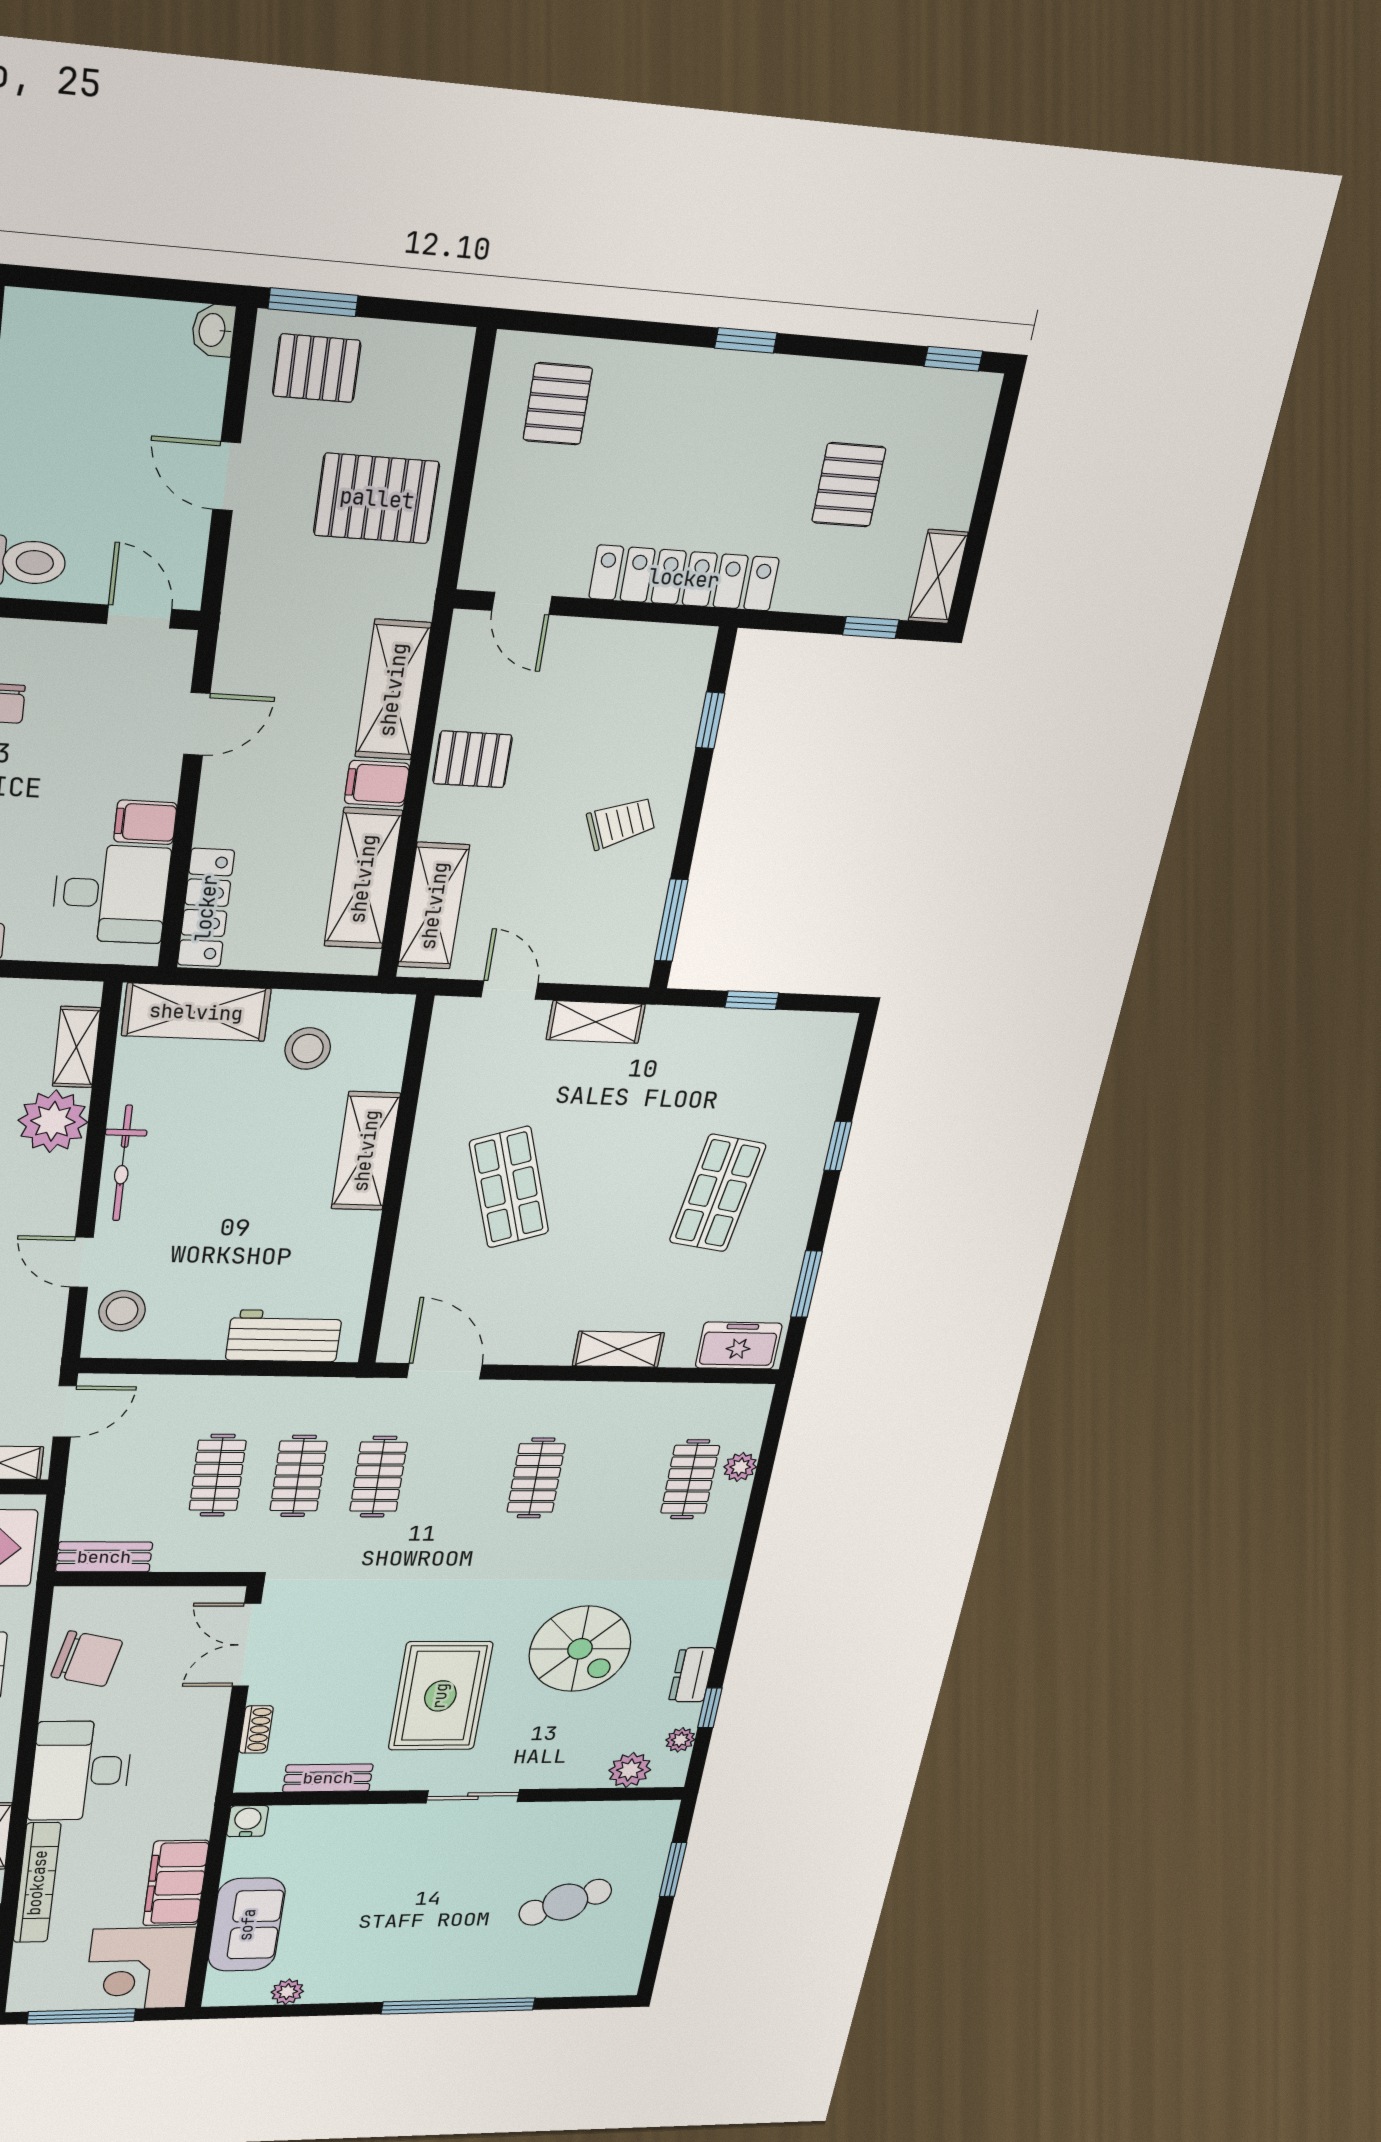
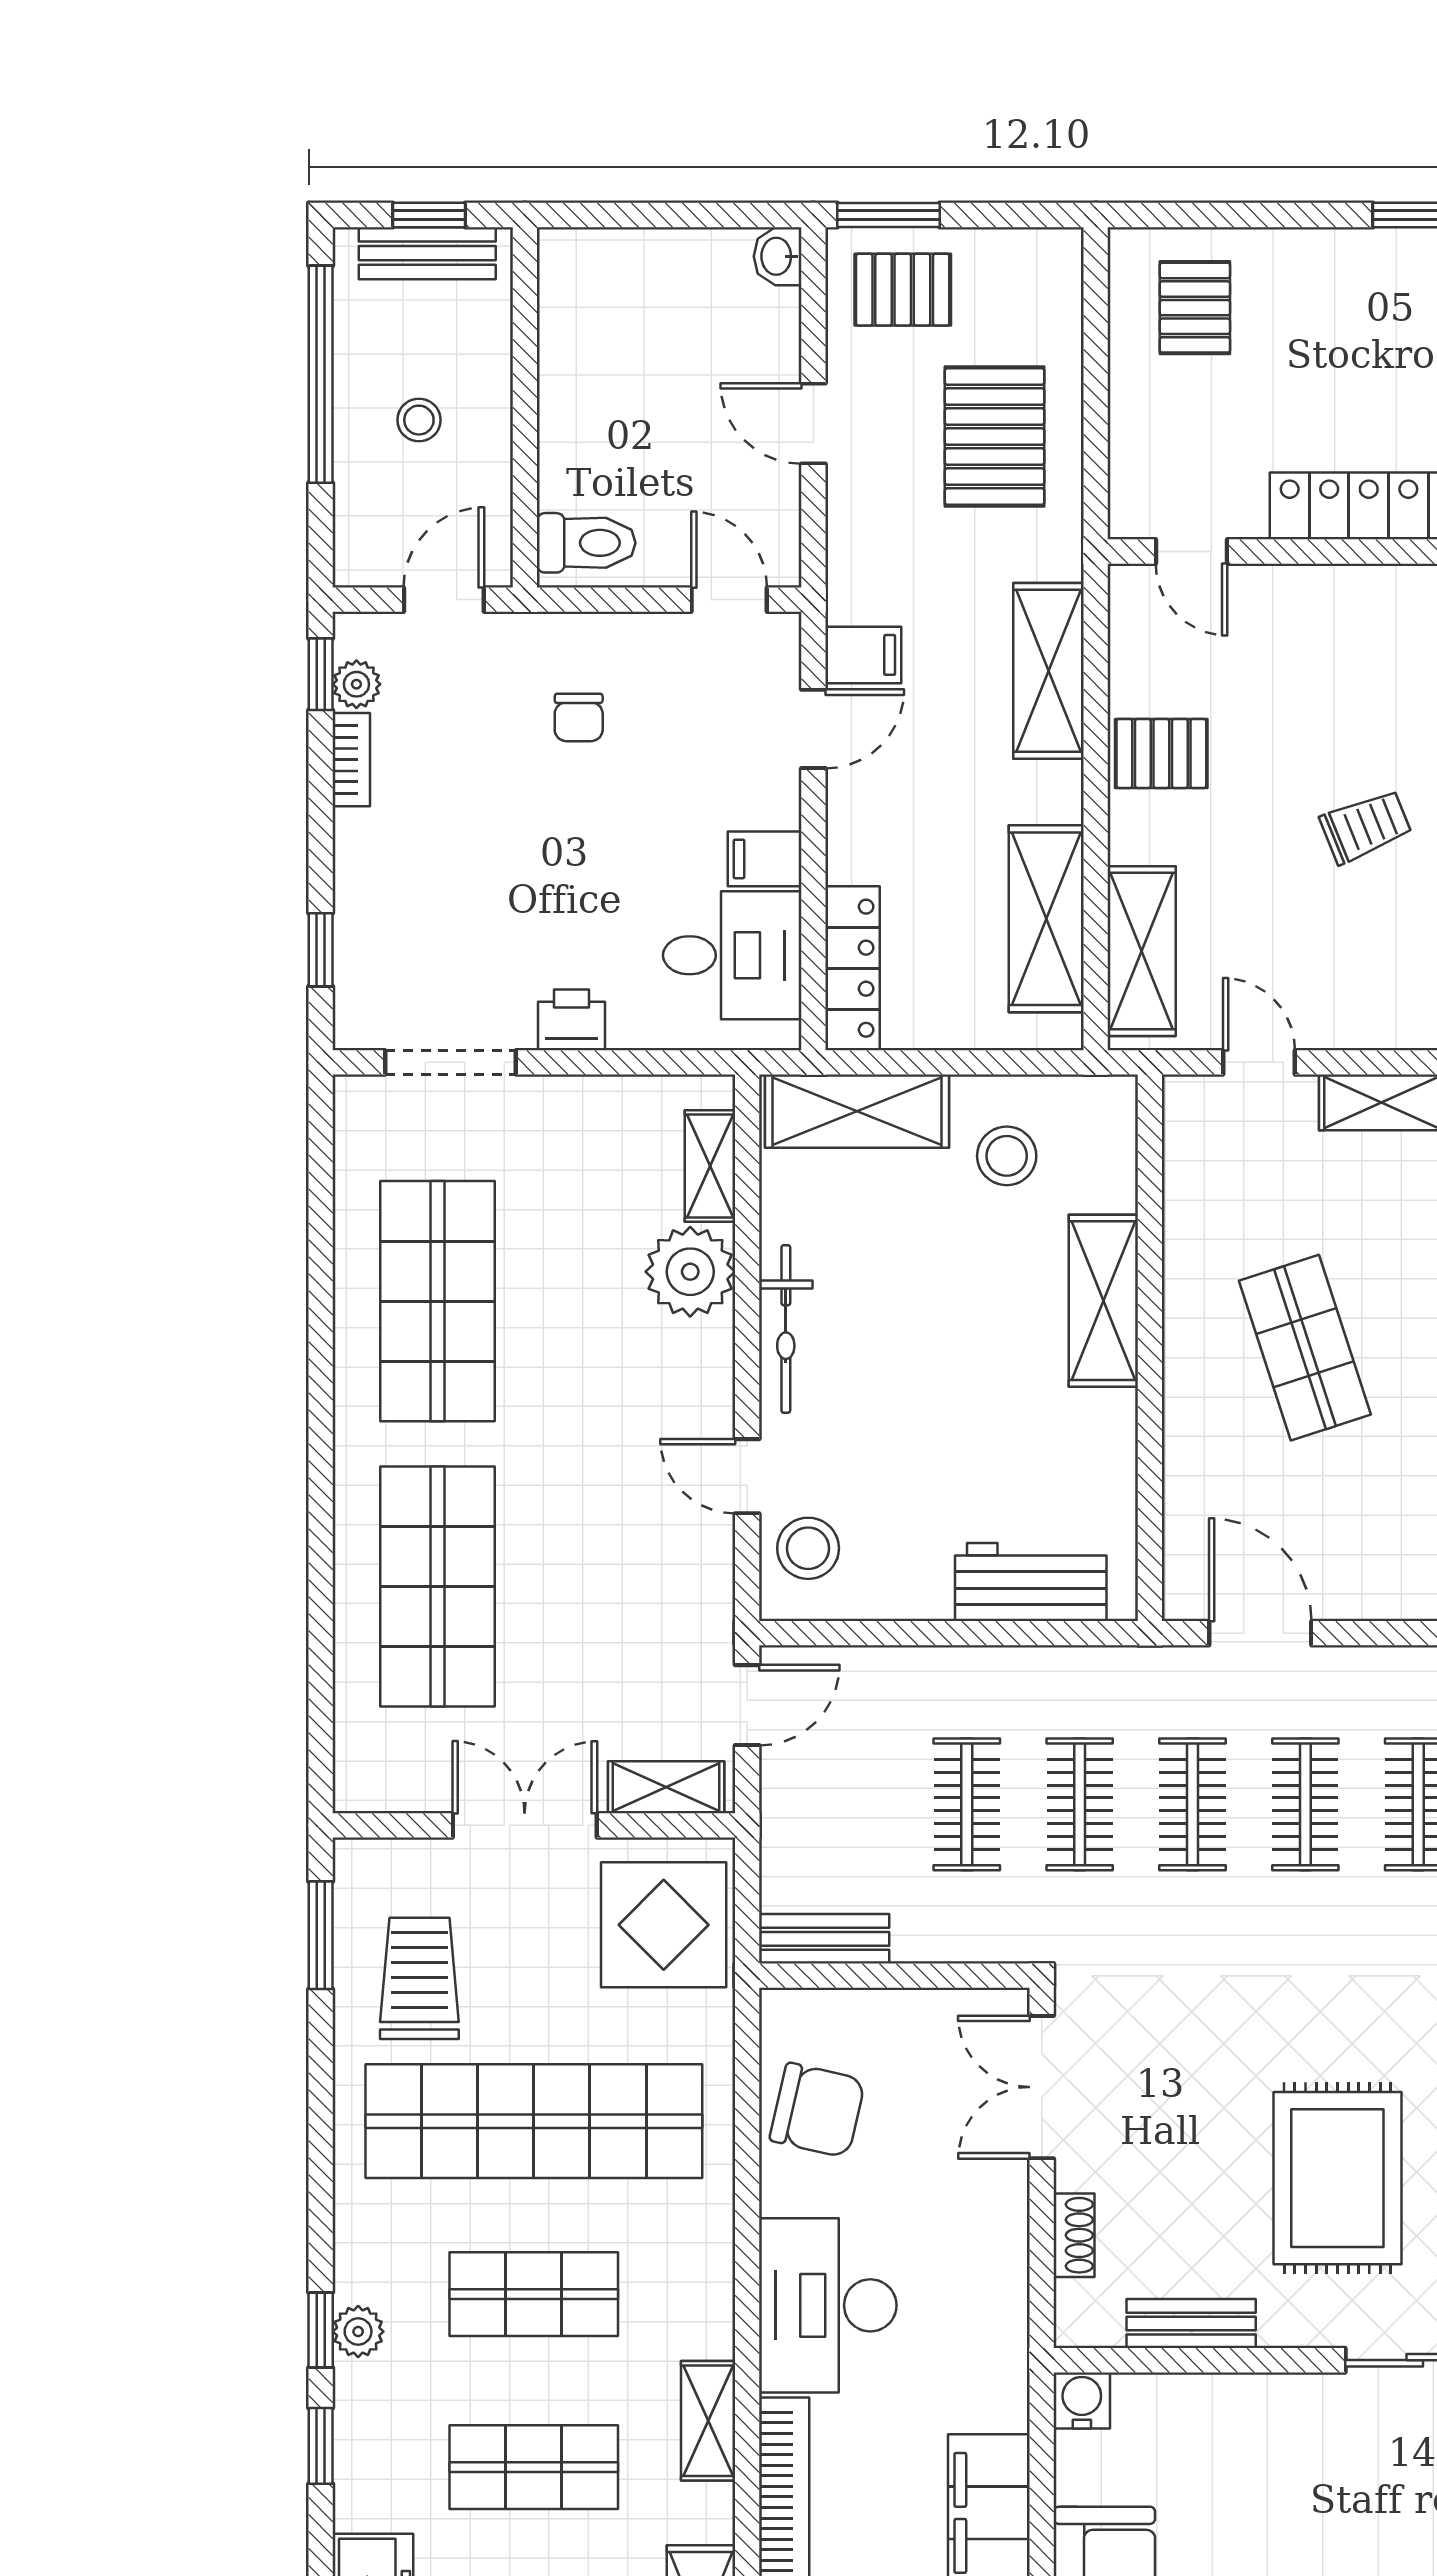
pallet: (377, 498) -> (995, 437), turned 90
filing cabinet: (377, 783) -> (863, 655), moved, turned 180
clothes rail: (458, 1477) -> (1305, 1804), added

